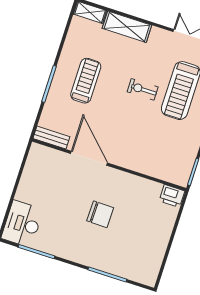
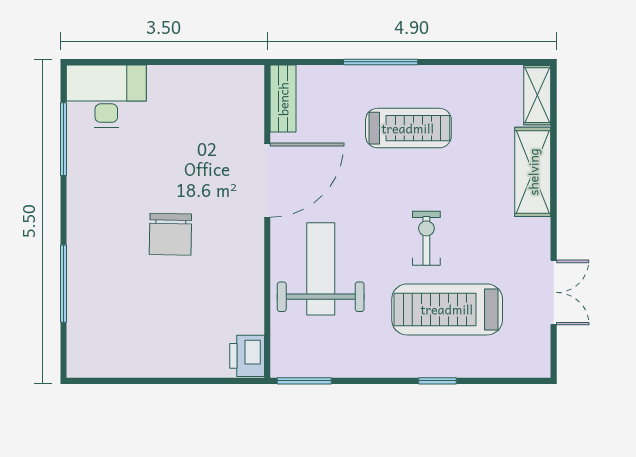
weight bench: (141, 146) -> (321, 269), added

